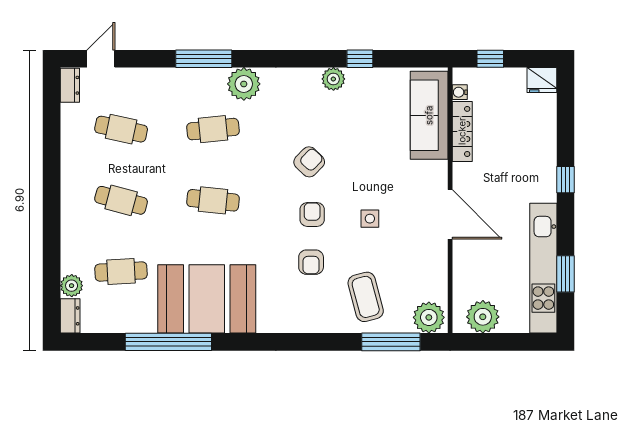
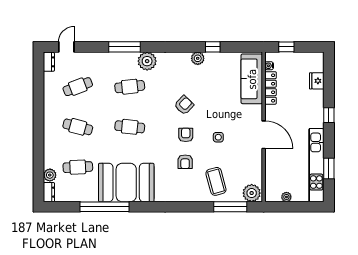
fridge: (542, 80) -> (317, 81), moved, turned 90
cafe table: (121, 129) -> (78, 87), turned -33
plant: (483, 317) -> (286, 197), width x0.53, depth x0.53

